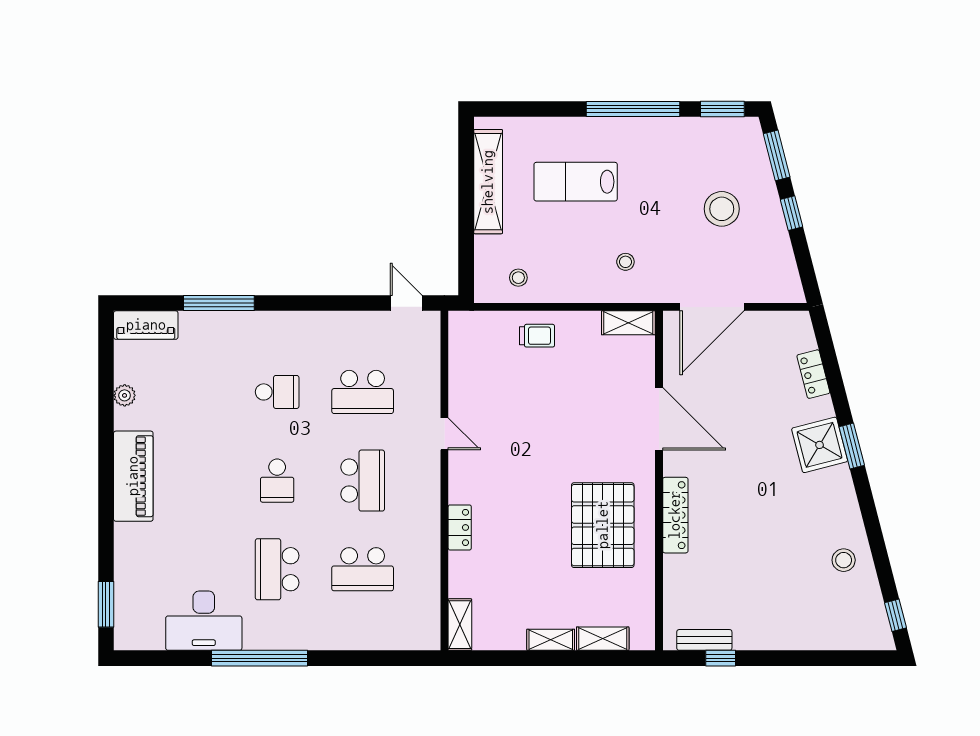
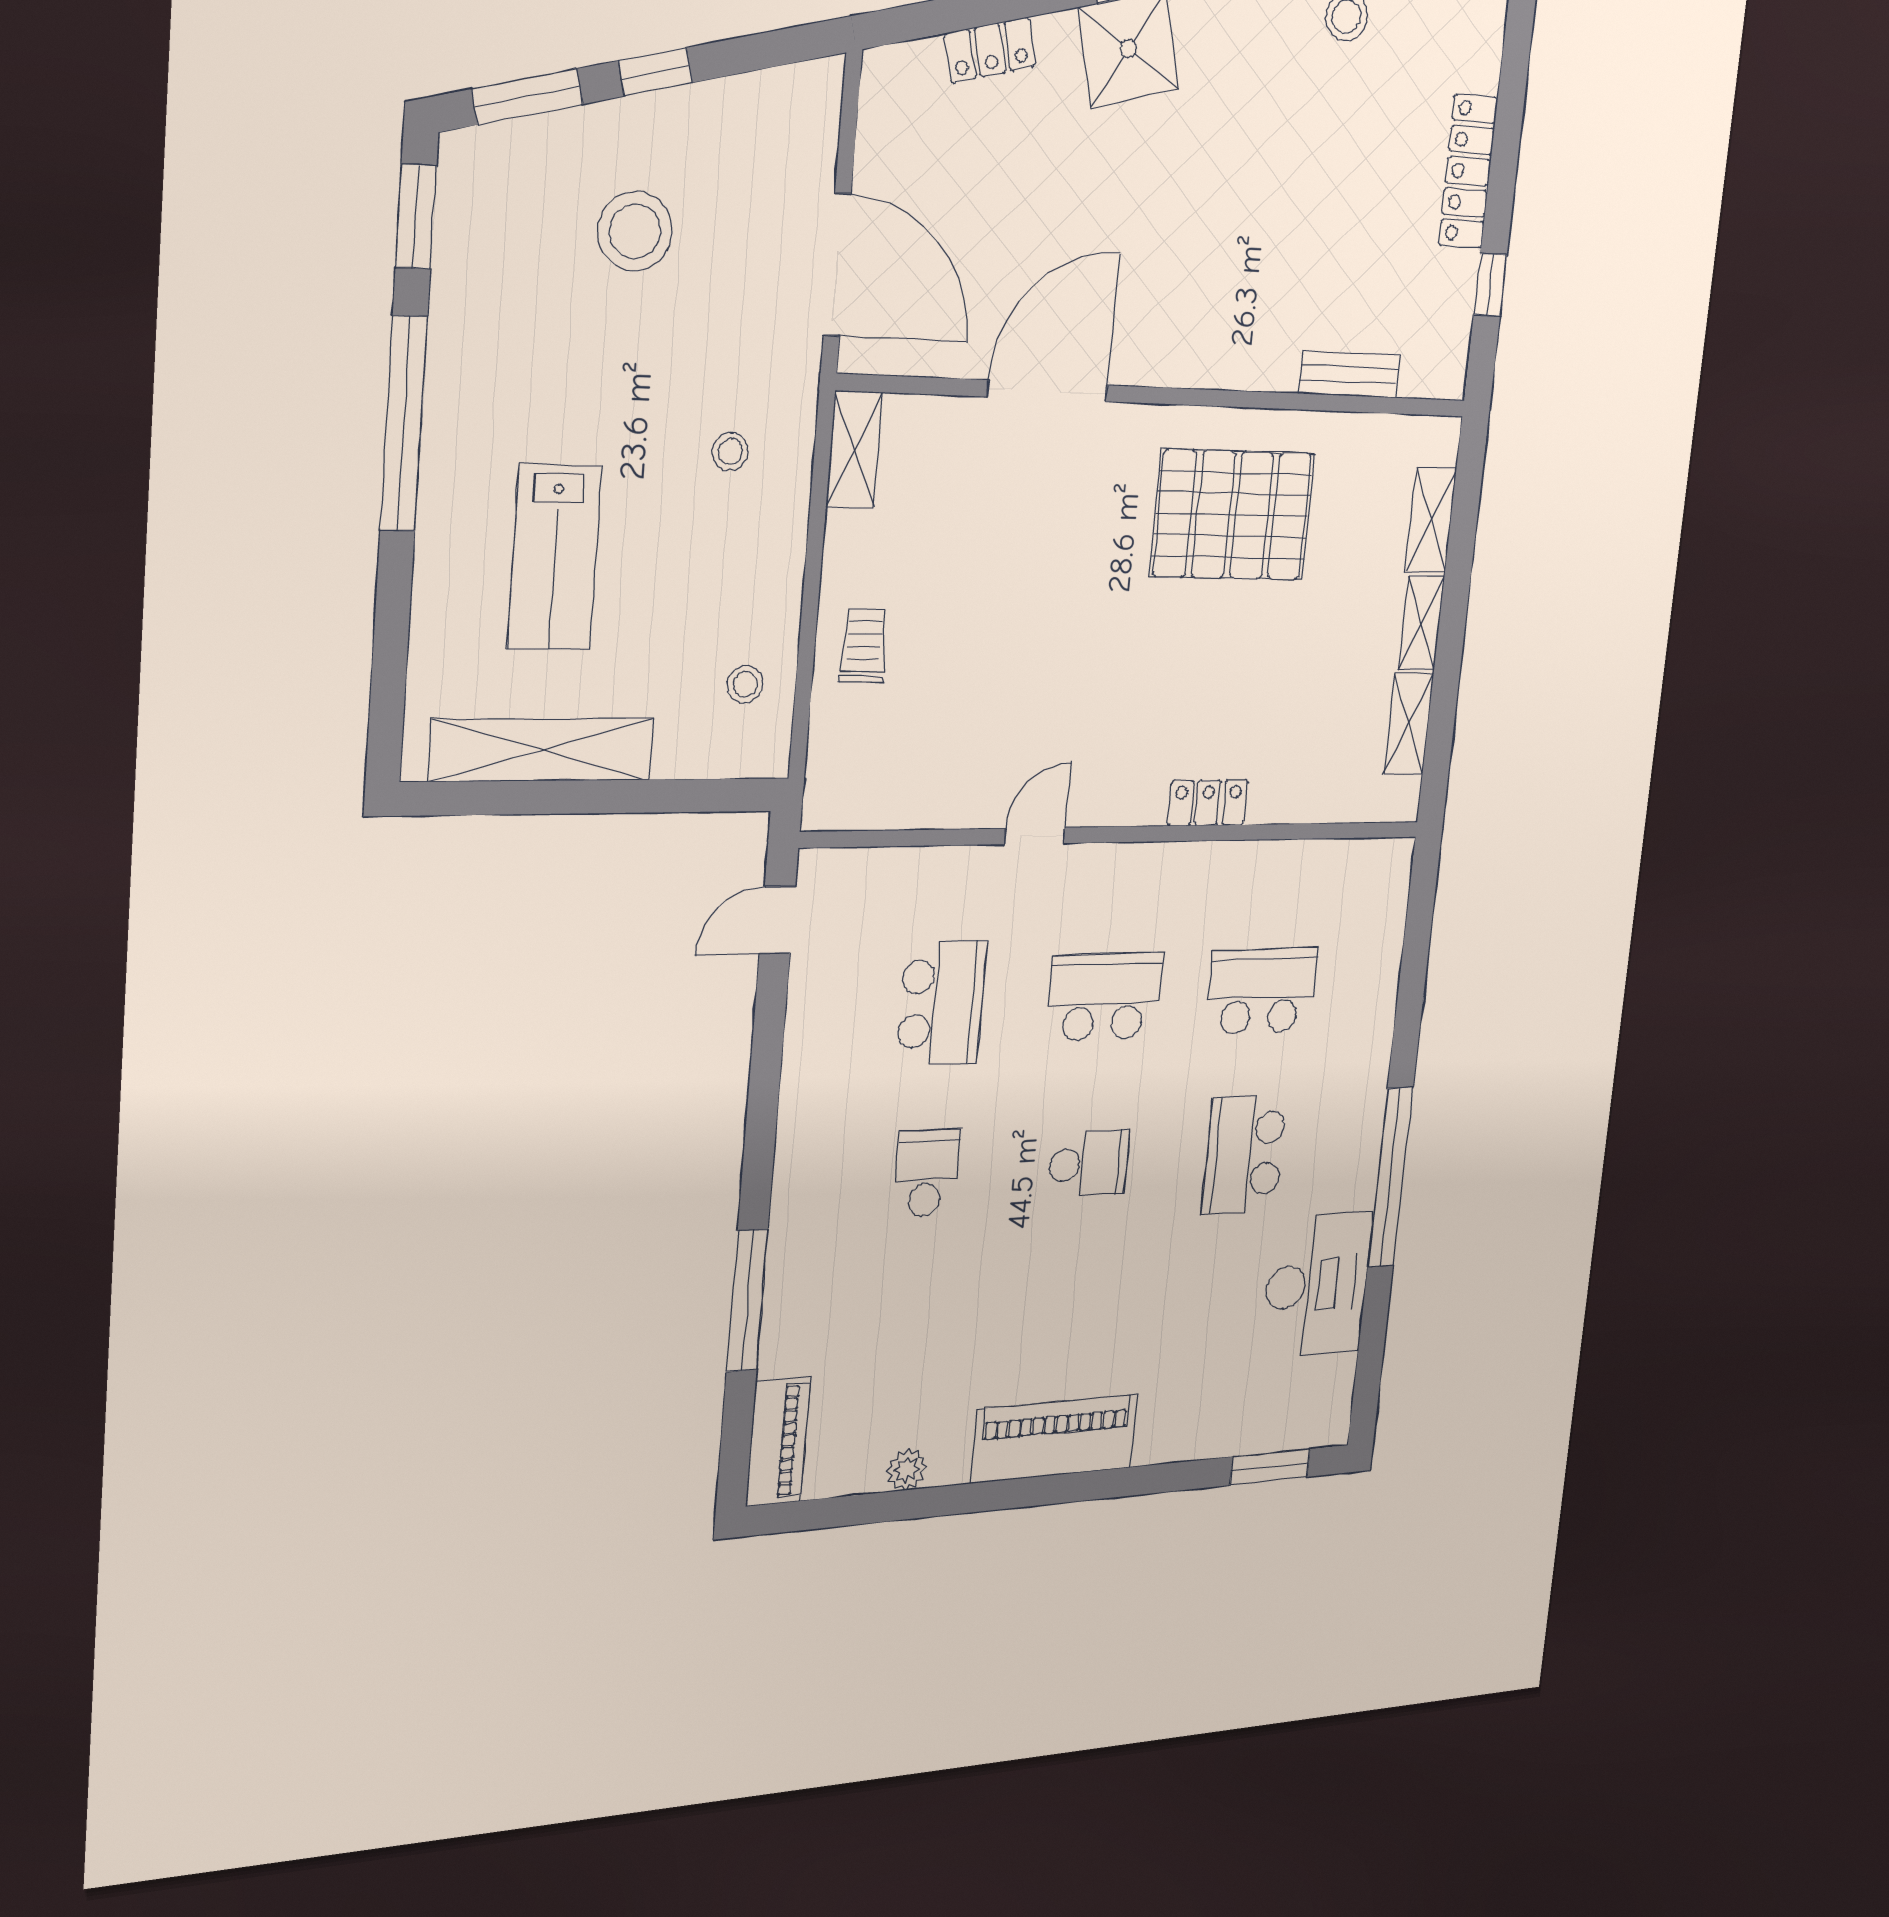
locker: (675, 515) -> (1468, 171), moved, turned -90
school desk: (277, 569) -> (1244, 1154), turned 90
school desk: (363, 569) -> (1261, 991), turned -90
shelving: (460, 625) -> (1409, 724), moved, turned 90
bench: (704, 640) -> (1349, 374), moved, turned 90

